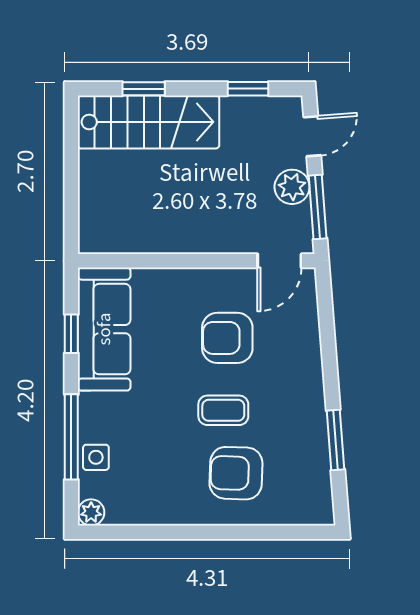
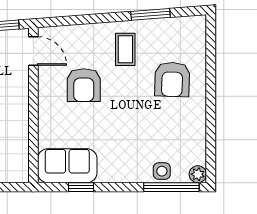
sofa: (104, 329) -> (67, 166), width x0.73
coffee table: (223, 410) -> (125, 49), moved
window: (71, 437) -> (171, 187), moved

